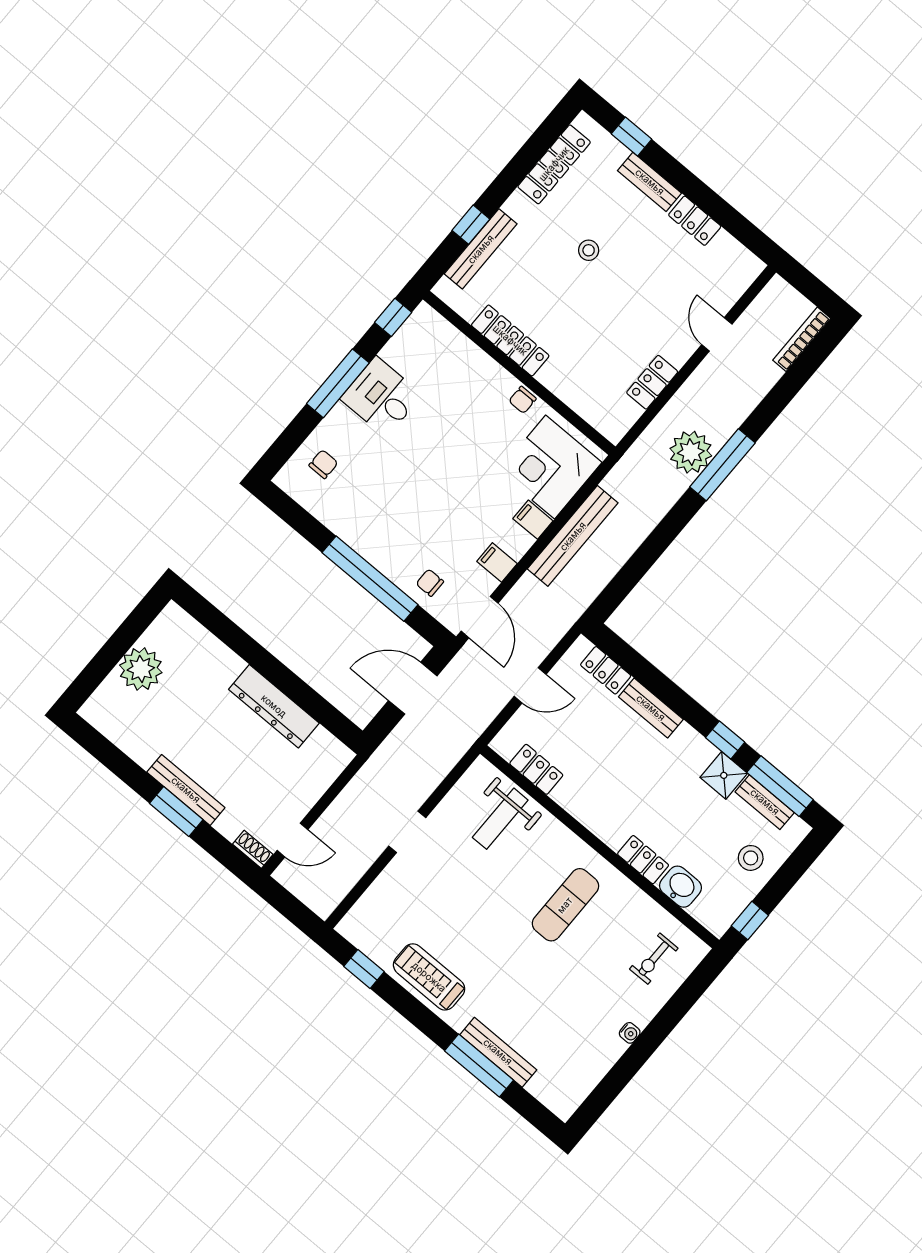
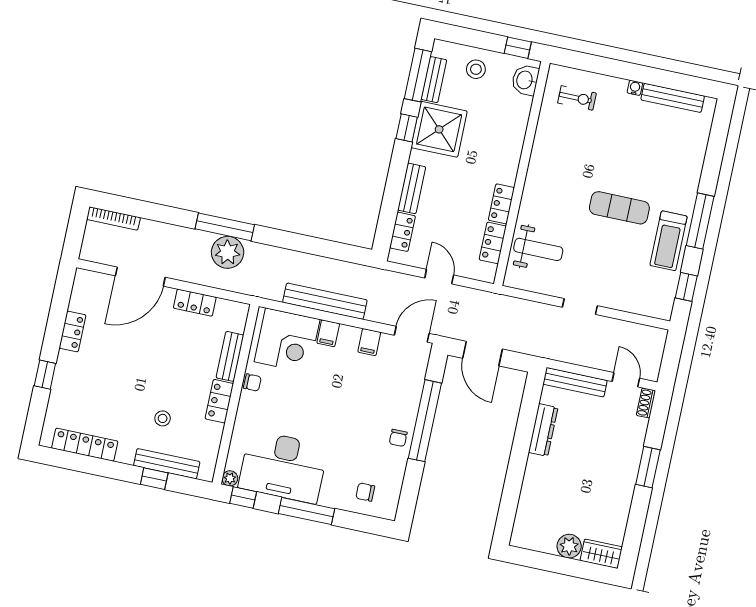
window: (632, 137) -> (45, 375), moved
bench: (650, 182) -> (230, 356), moved
stool: (589, 250) -> (163, 418), moved
plant: (424, 314) -> (230, 478), added
door: (717, 334) -> (140, 277), width x1.88
locker: (510, 340) -> (219, 401), width x0.66
desk: (381, 397) -> (283, 467), width x1.87, depth x1.30
chair: (430, 583) -> (398, 438), moved
plant: (141, 669) -> (569, 546), width x0.73, depth x0.73
wardrobe: (104, 703) -> (601, 554), added
dresser: (274, 706) -> (543, 430), width x0.73, depth x0.80
shower: (724, 775) -> (439, 129), width x1.86, depth x1.86
bench: (186, 790) -> (575, 382), moved, turned 90
locker: (643, 860) -> (501, 204), moved
washbasin: (681, 887) -> (525, 80), moved
exercise mat: (565, 905) -> (619, 208), moved
bench: (498, 1052) -> (673, 98), moved, turned 90
window: (479, 1065) -> (700, 221), moved

